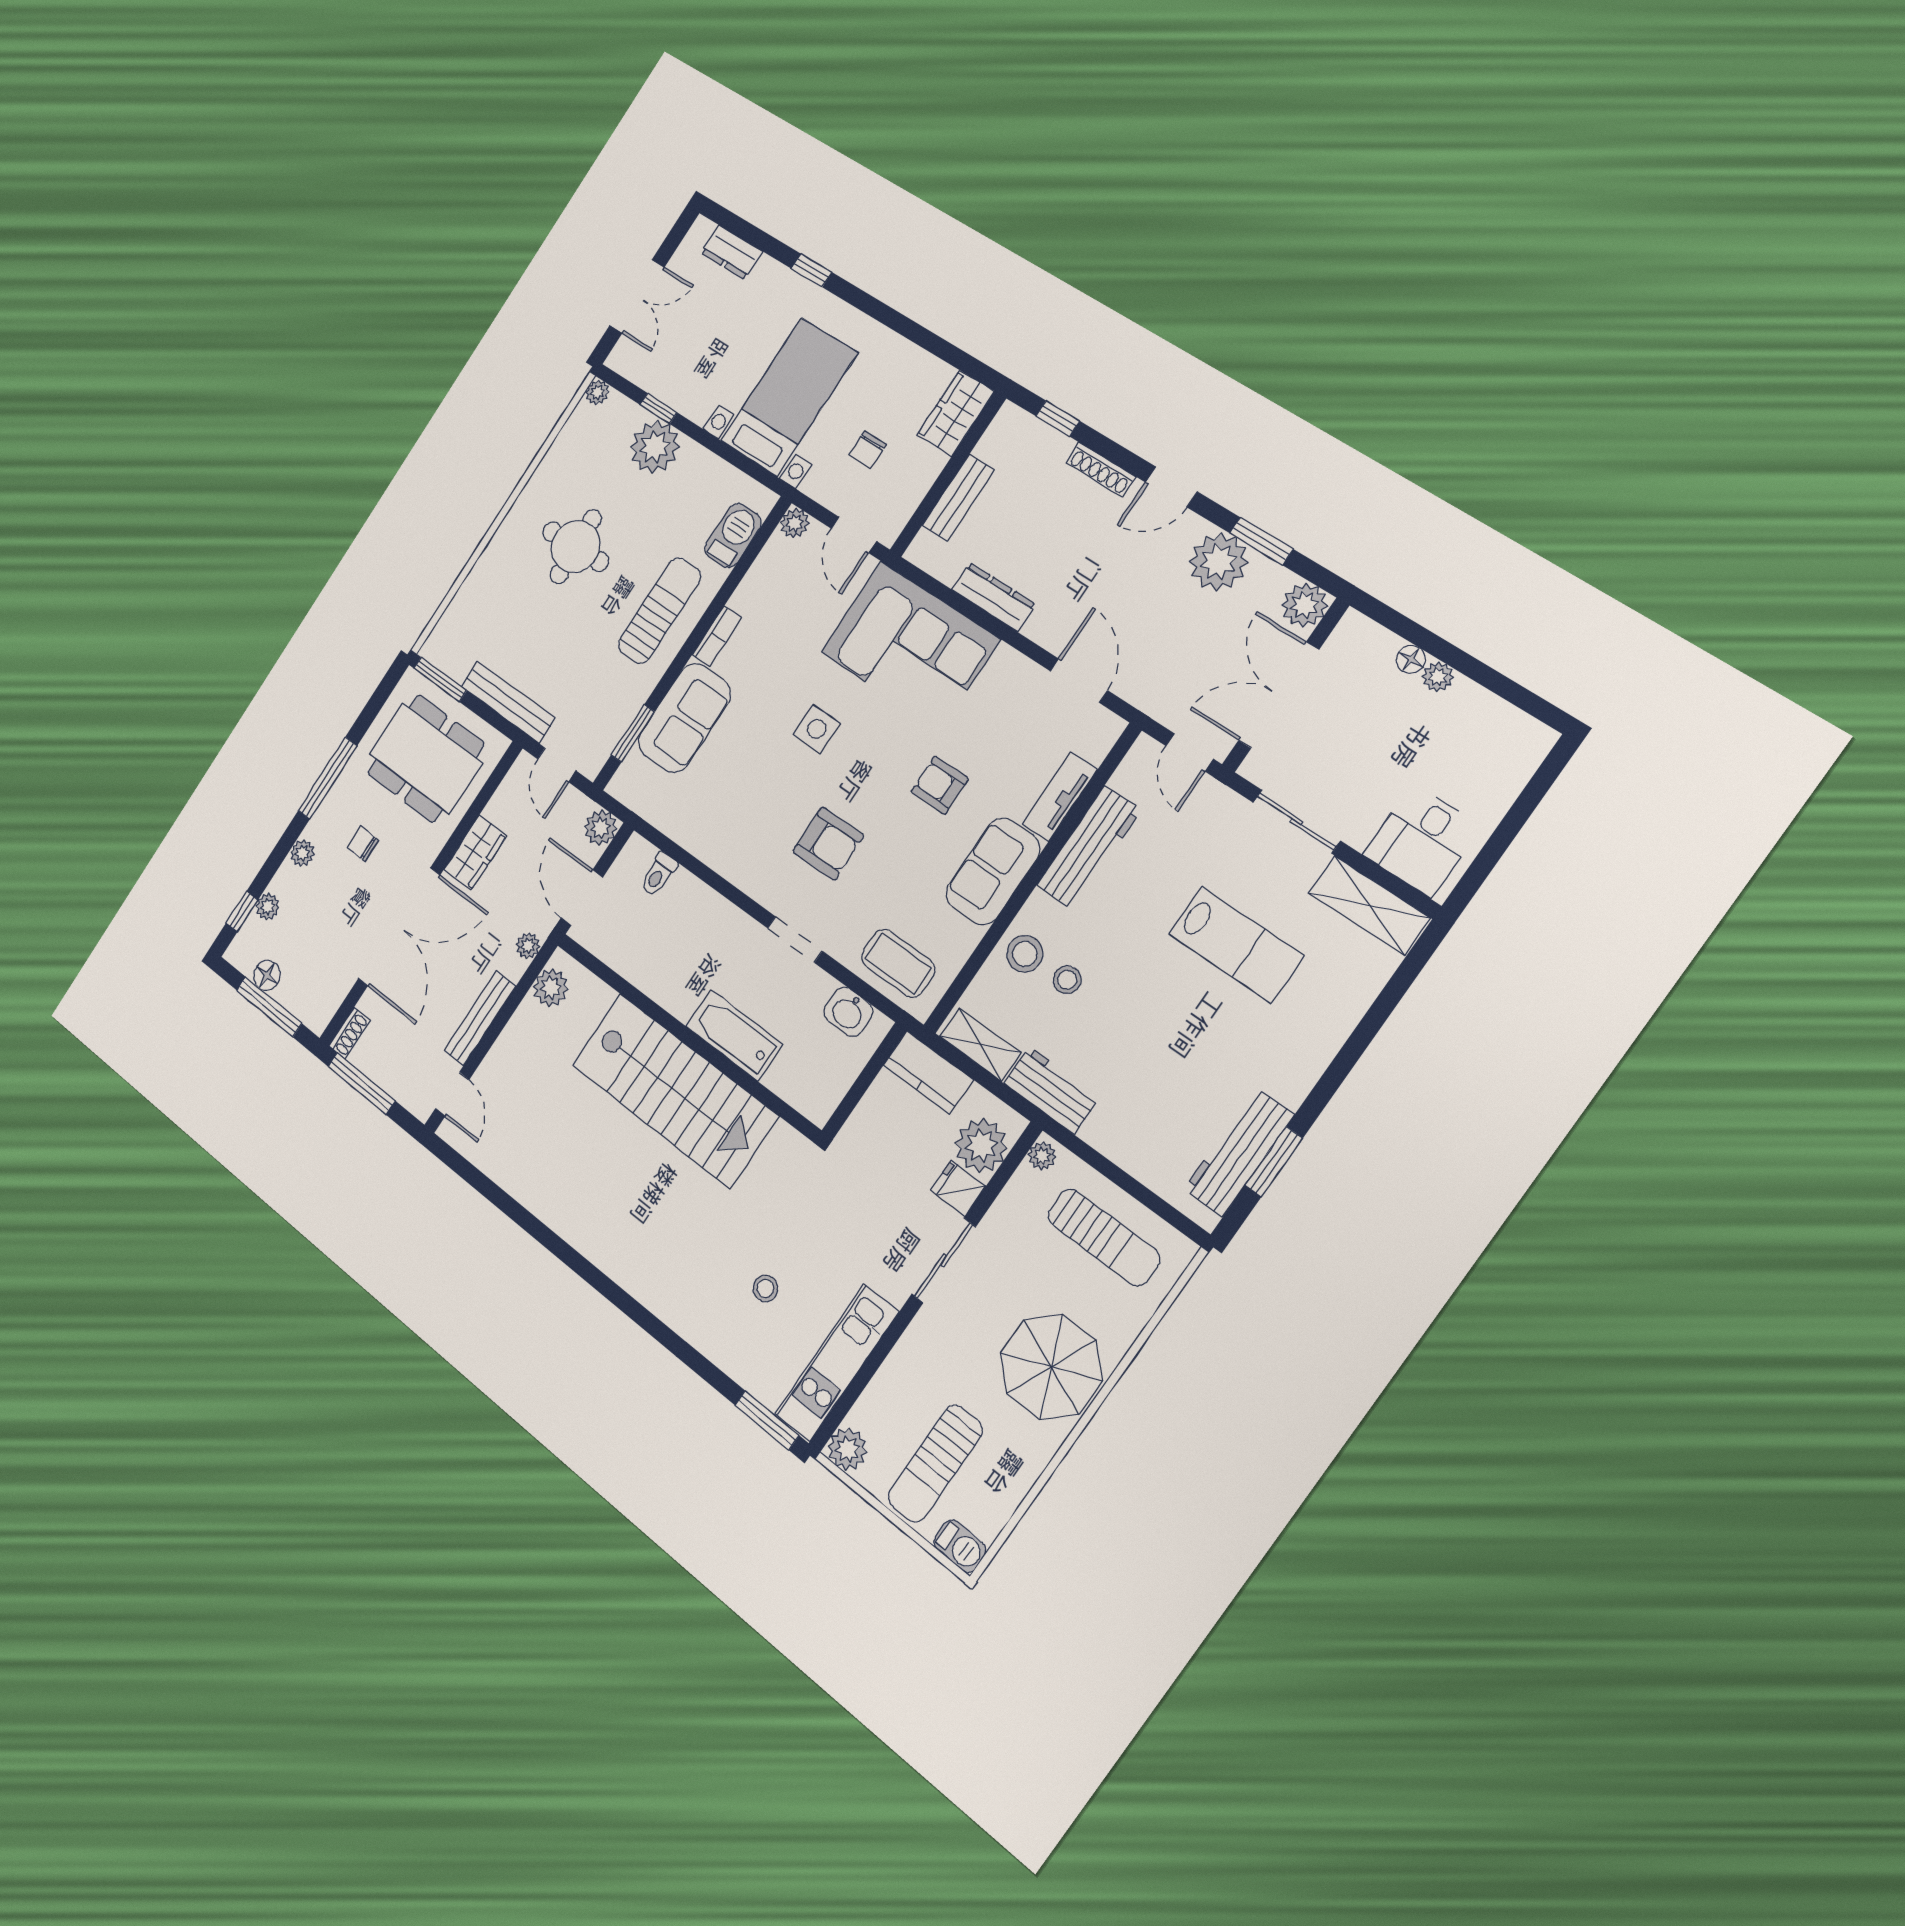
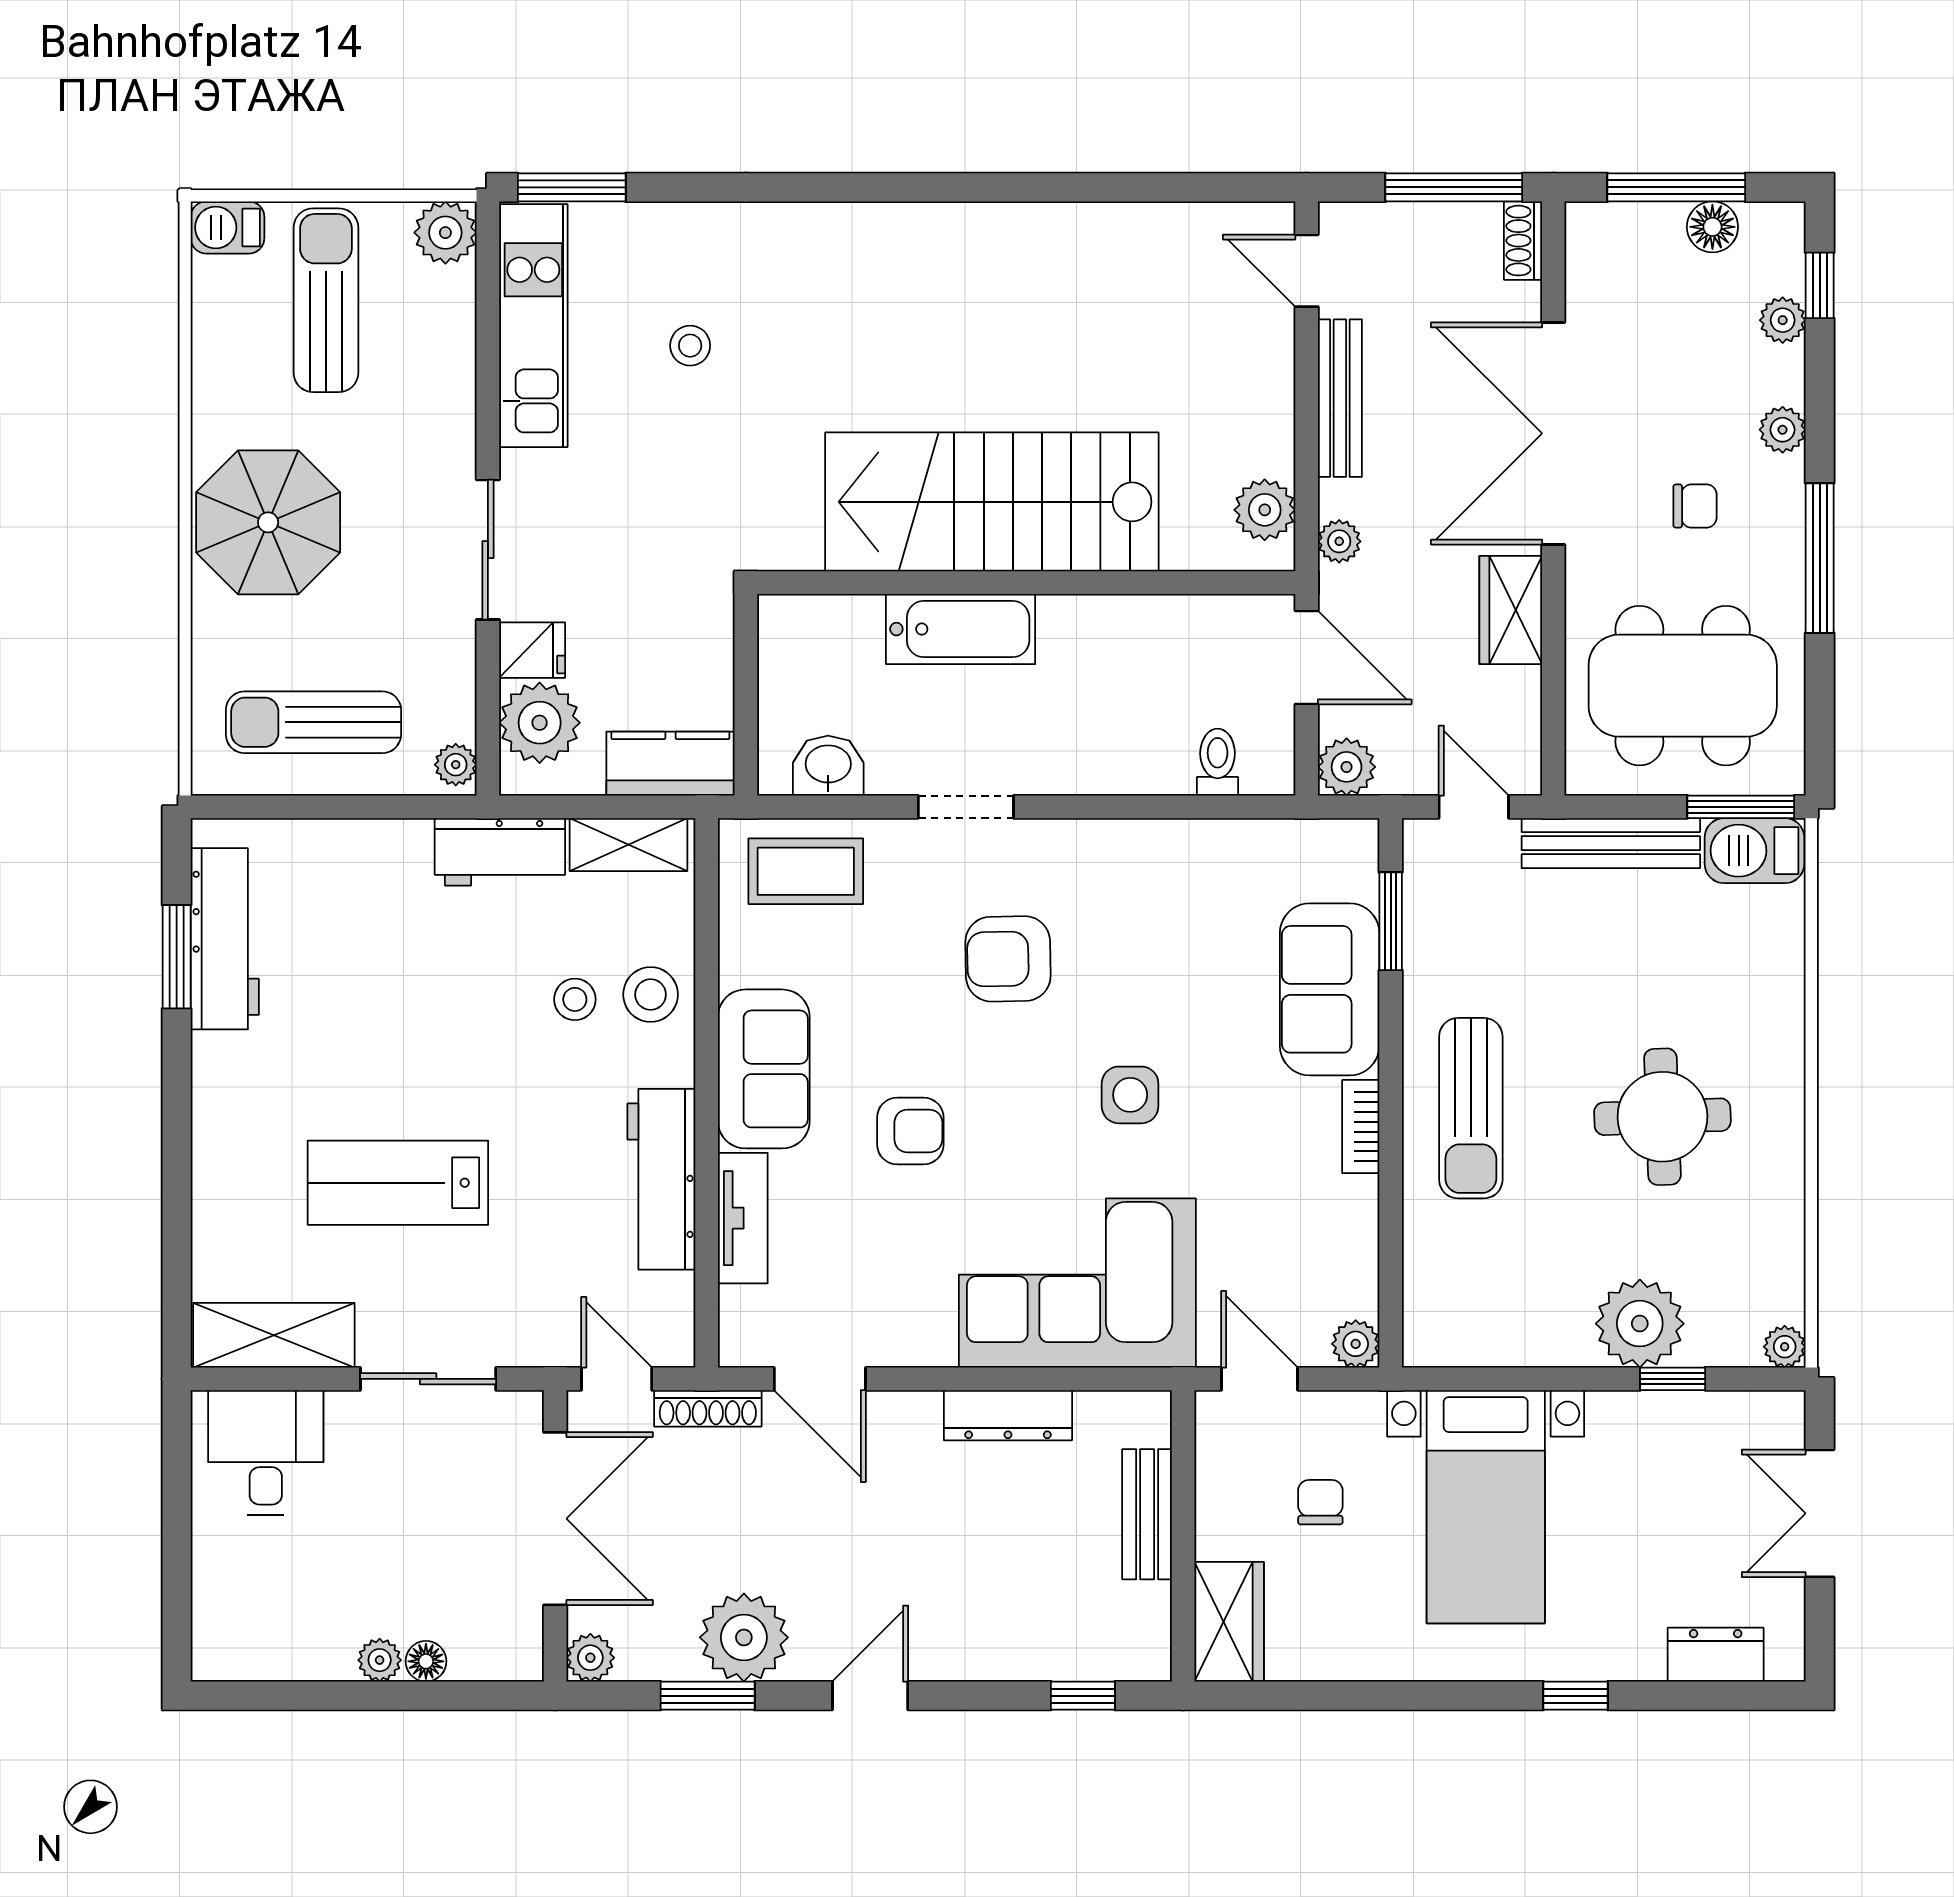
shoe rack: (1101, 470) -> (708, 1408), moved, turned 180
barbecue: (733, 536) -> (1754, 851), moved, turned 90
plant: (1305, 605) -> (590, 1658), width x0.73, depth x0.73

